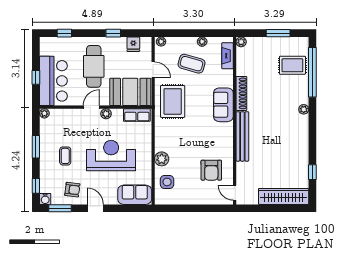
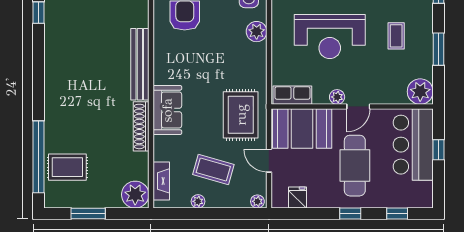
window: (113, 33) -> (350, 214), moved
plant: (241, 42) -> (135, 195), width x1.87, depth x1.87
plant: (304, 109) -> (51, 103), removed
plant: (44, 113) -> (420, 92), width x1.87, depth x1.87

